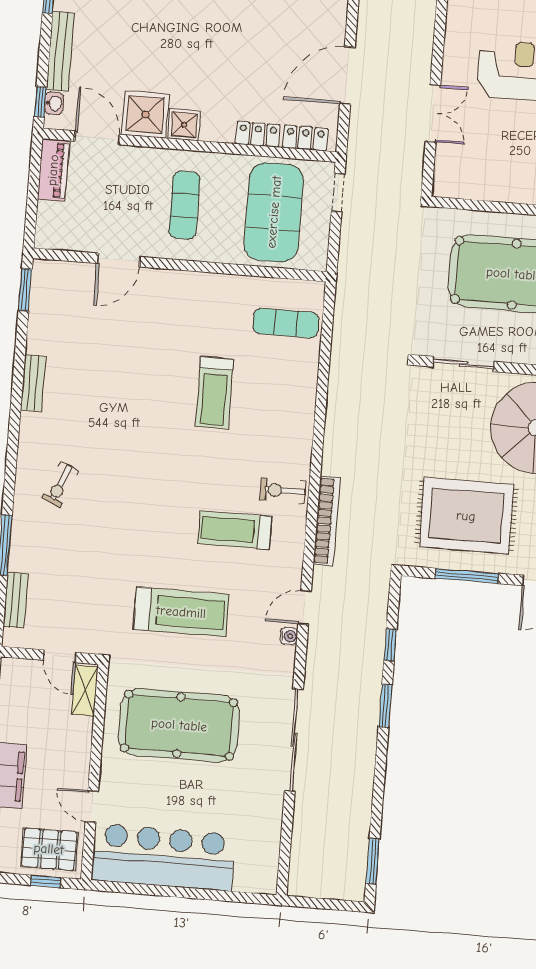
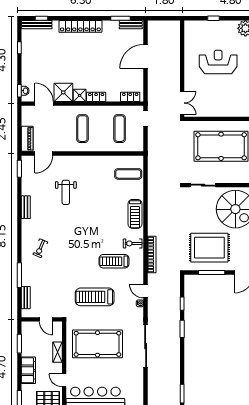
bench: (60, 51) -> (26, 69), removed
door: (347, 76) -> (146, 56), moved
double door: (433, 113) -> (182, 103), moved
locker: (258, 134) -> (96, 97), moved
piano: (53, 170) -> (27, 139), moved
exercise mat: (274, 212) -> (120, 129), width x0.50, depth x0.69
door: (119, 260) -> (44, 154), moved
weight bench: (132, 355) -> (66, 192), added
treadmill: (214, 393) -> (135, 214), moved
door: (305, 607) -> (146, 291), hinge flipped
treadmill: (181, 612) -> (95, 297), turned 180
shelving: (85, 690) -> (57, 352), moved

